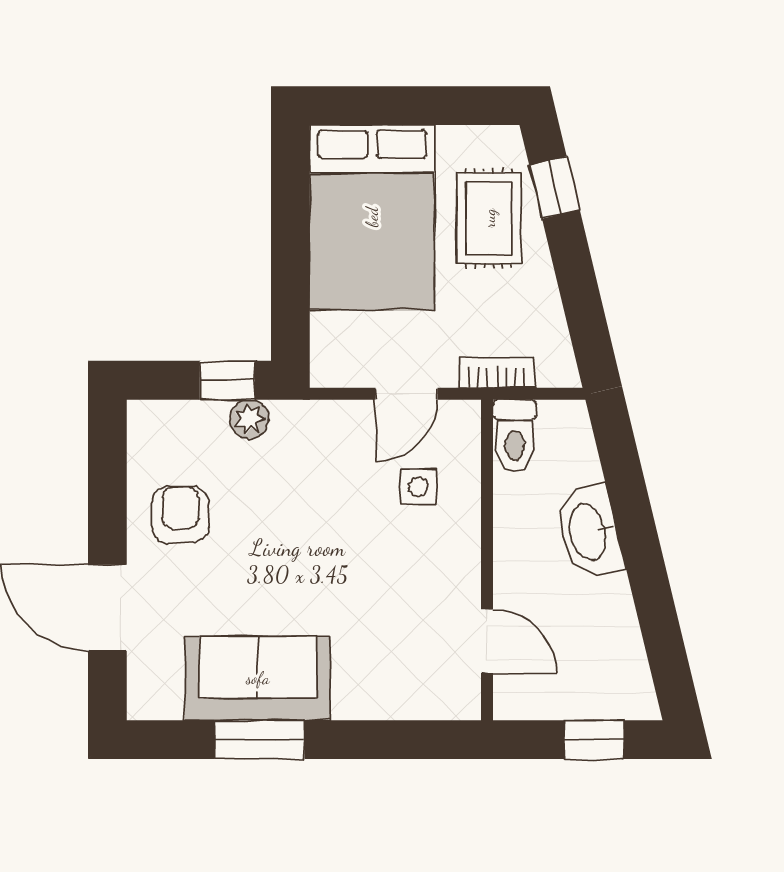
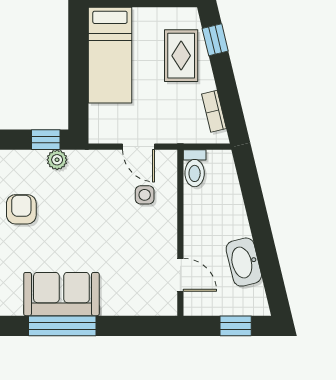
bed: (372, 217) -> (110, 55), width x0.67
bookcase: (497, 373) -> (214, 111), moved, turned -104
door: (407, 394) -> (139, 147), hinge flipped
washbasin: (589, 532) -> (244, 262), moved
window: (259, 740) -> (62, 326), width x1.44

